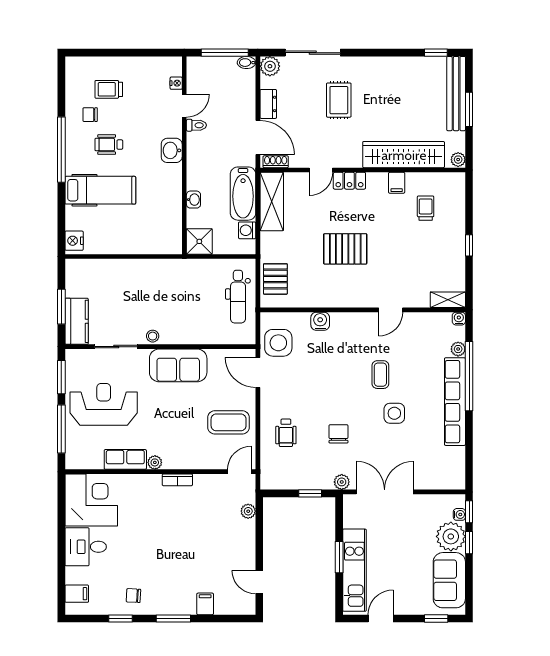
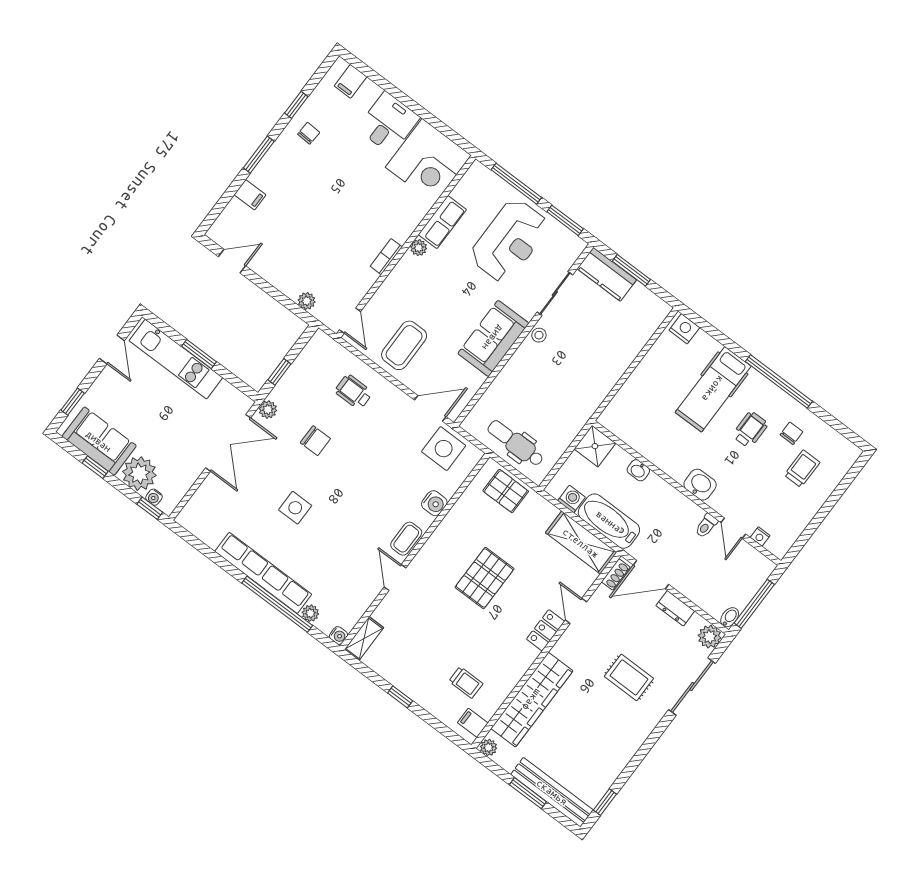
filing cabinet: (397, 183) -> (473, 723), moved
coffee table: (380, 375) -> (406, 539), moved, turned 90
window: (469, 543) -> (95, 467), moved

